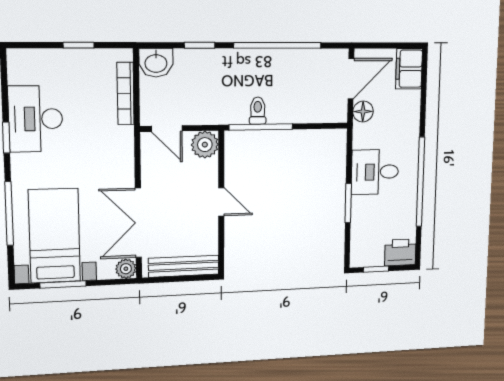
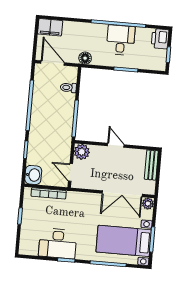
toilet: (258, 111) -> (68, 88), moved
floor lamp: (363, 112) -> (85, 58), moved
door: (167, 129) -> (70, 172), swing flipped
desk: (375, 172) -> (121, 40), moved, turned 180
door: (221, 202) -> (116, 145), hinge flipped
bench: (184, 266) -> (151, 165), width x0.73

